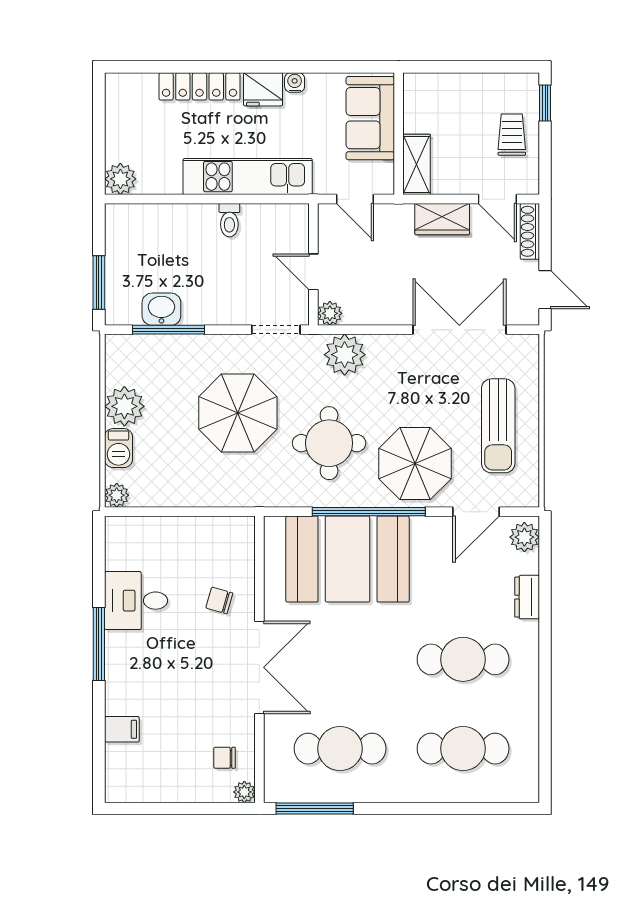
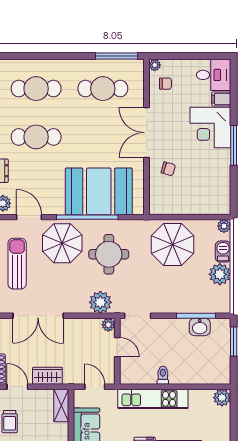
parasol: (238, 413) -> (173, 244), moved
door: (476, 512) -> (29, 217), hinge flipped
desk: (136, 601) -> (213, 75), moved
corner desk: (142, 677) -> (210, 128), added

